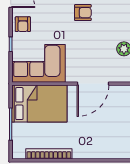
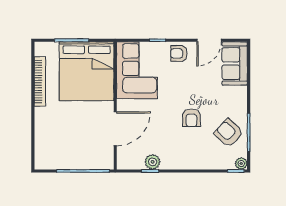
door: (93, 84) -> (115, 129), swing flipped
bed: (39, 104) -> (87, 71), width x1.36

